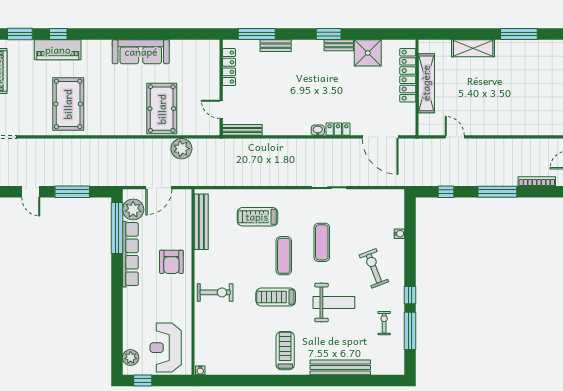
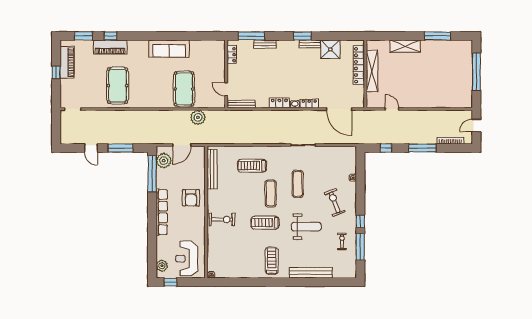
locker: (229, 67) -> (232, 55), width x0.66
locker: (296, 128) -> (279, 103), added
row of seats: (130, 254) -> (162, 212), moved

